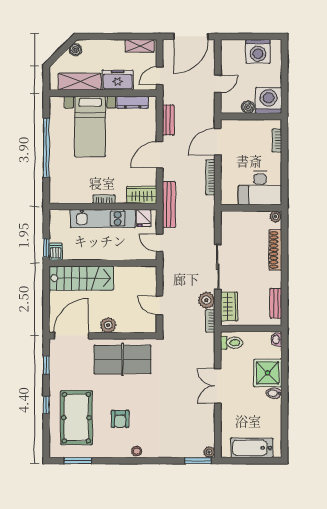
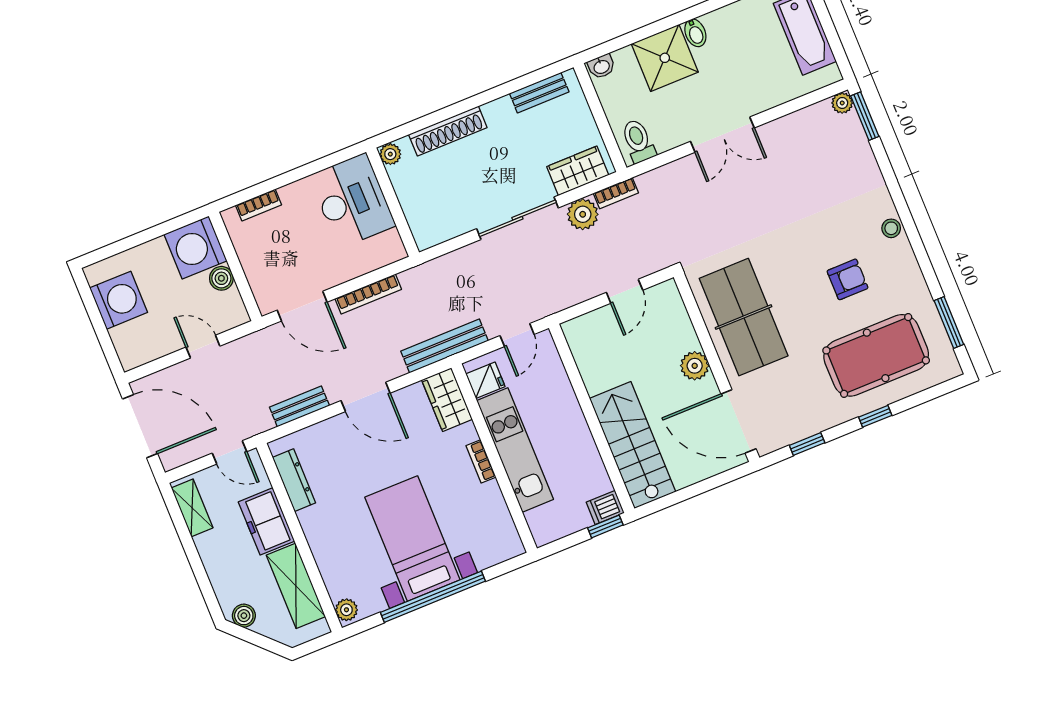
plant: (57, 102) -> (346, 610), added
bed with nightstands: (90, 126) -> (412, 539), moved, turned -90

